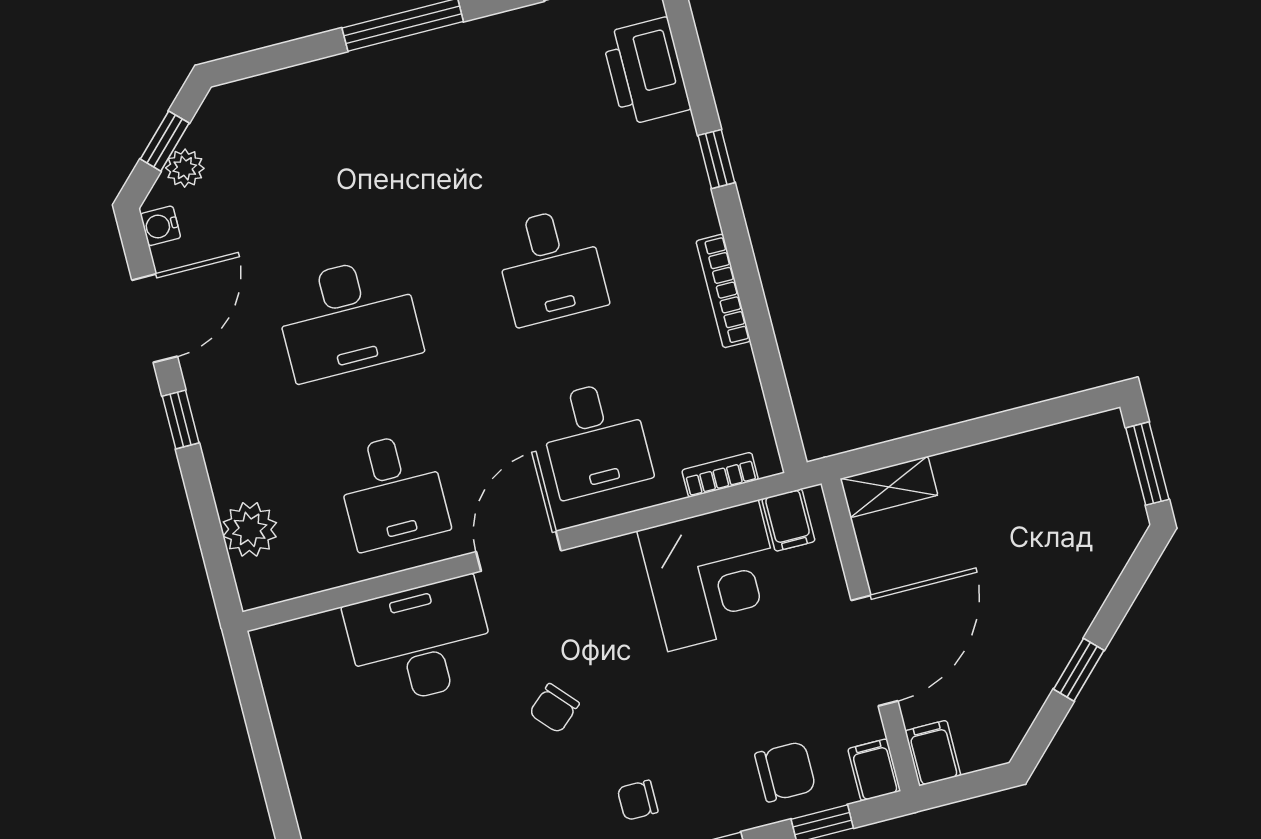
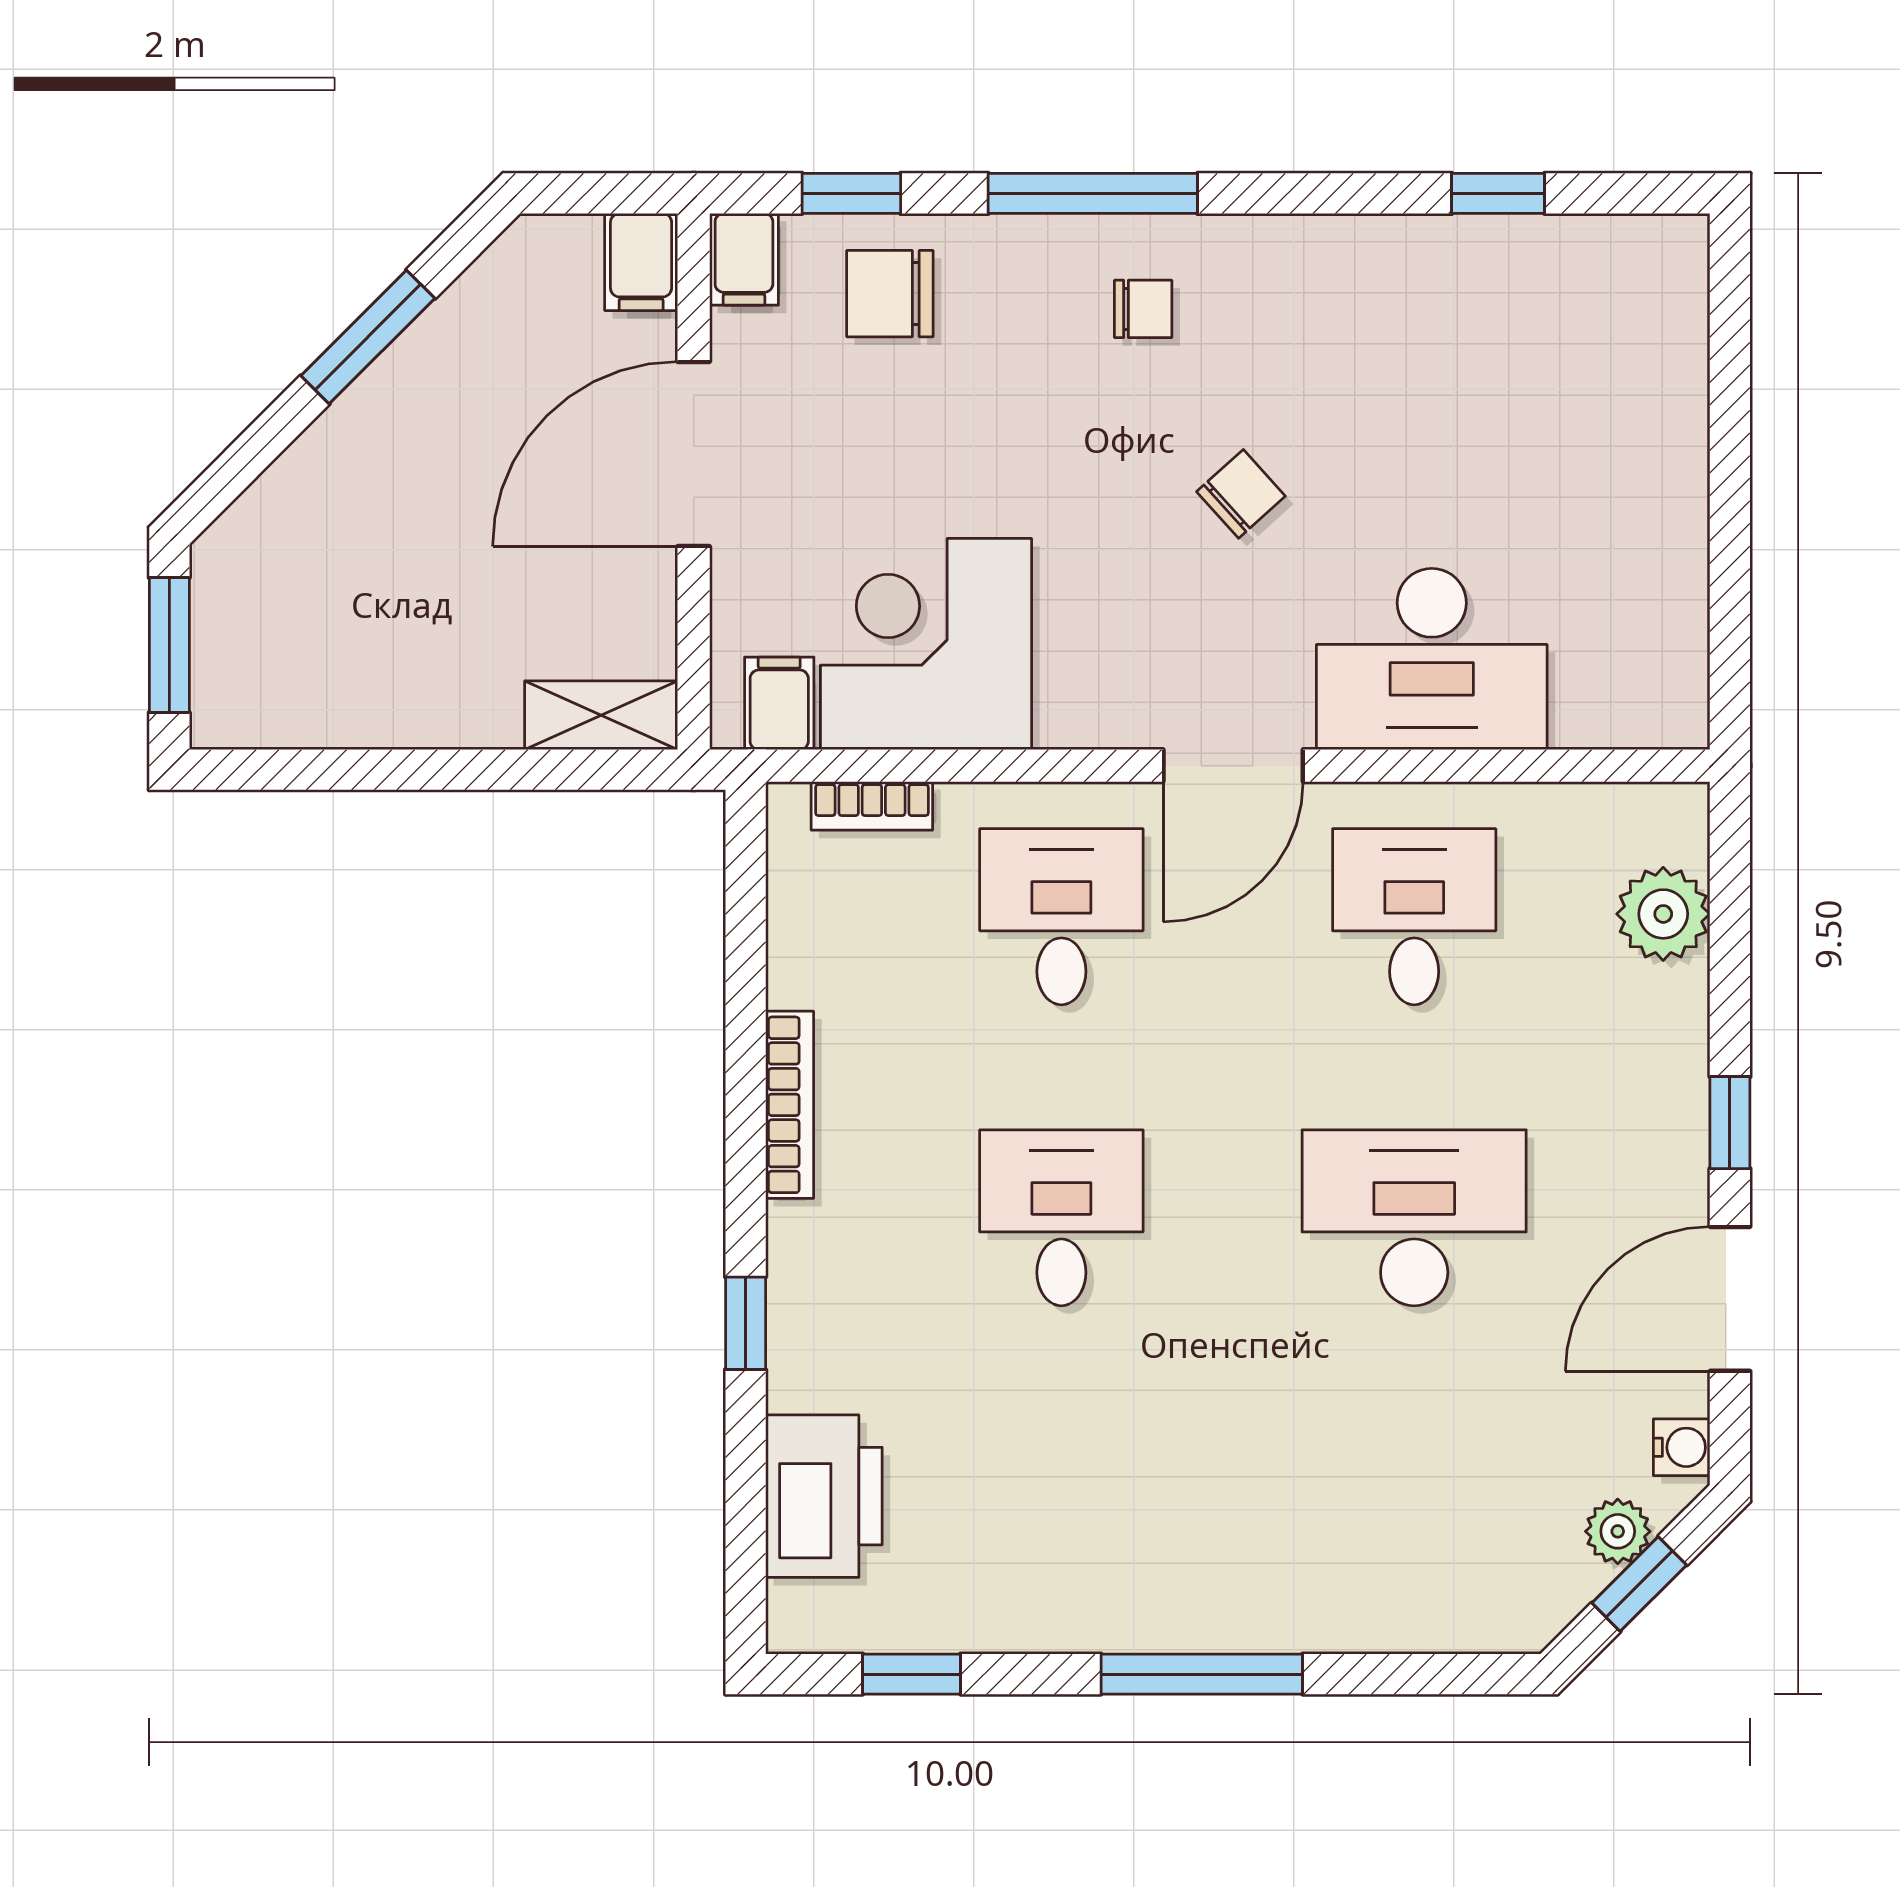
window: (1079, 670) -> (368, 337), width x1.50

